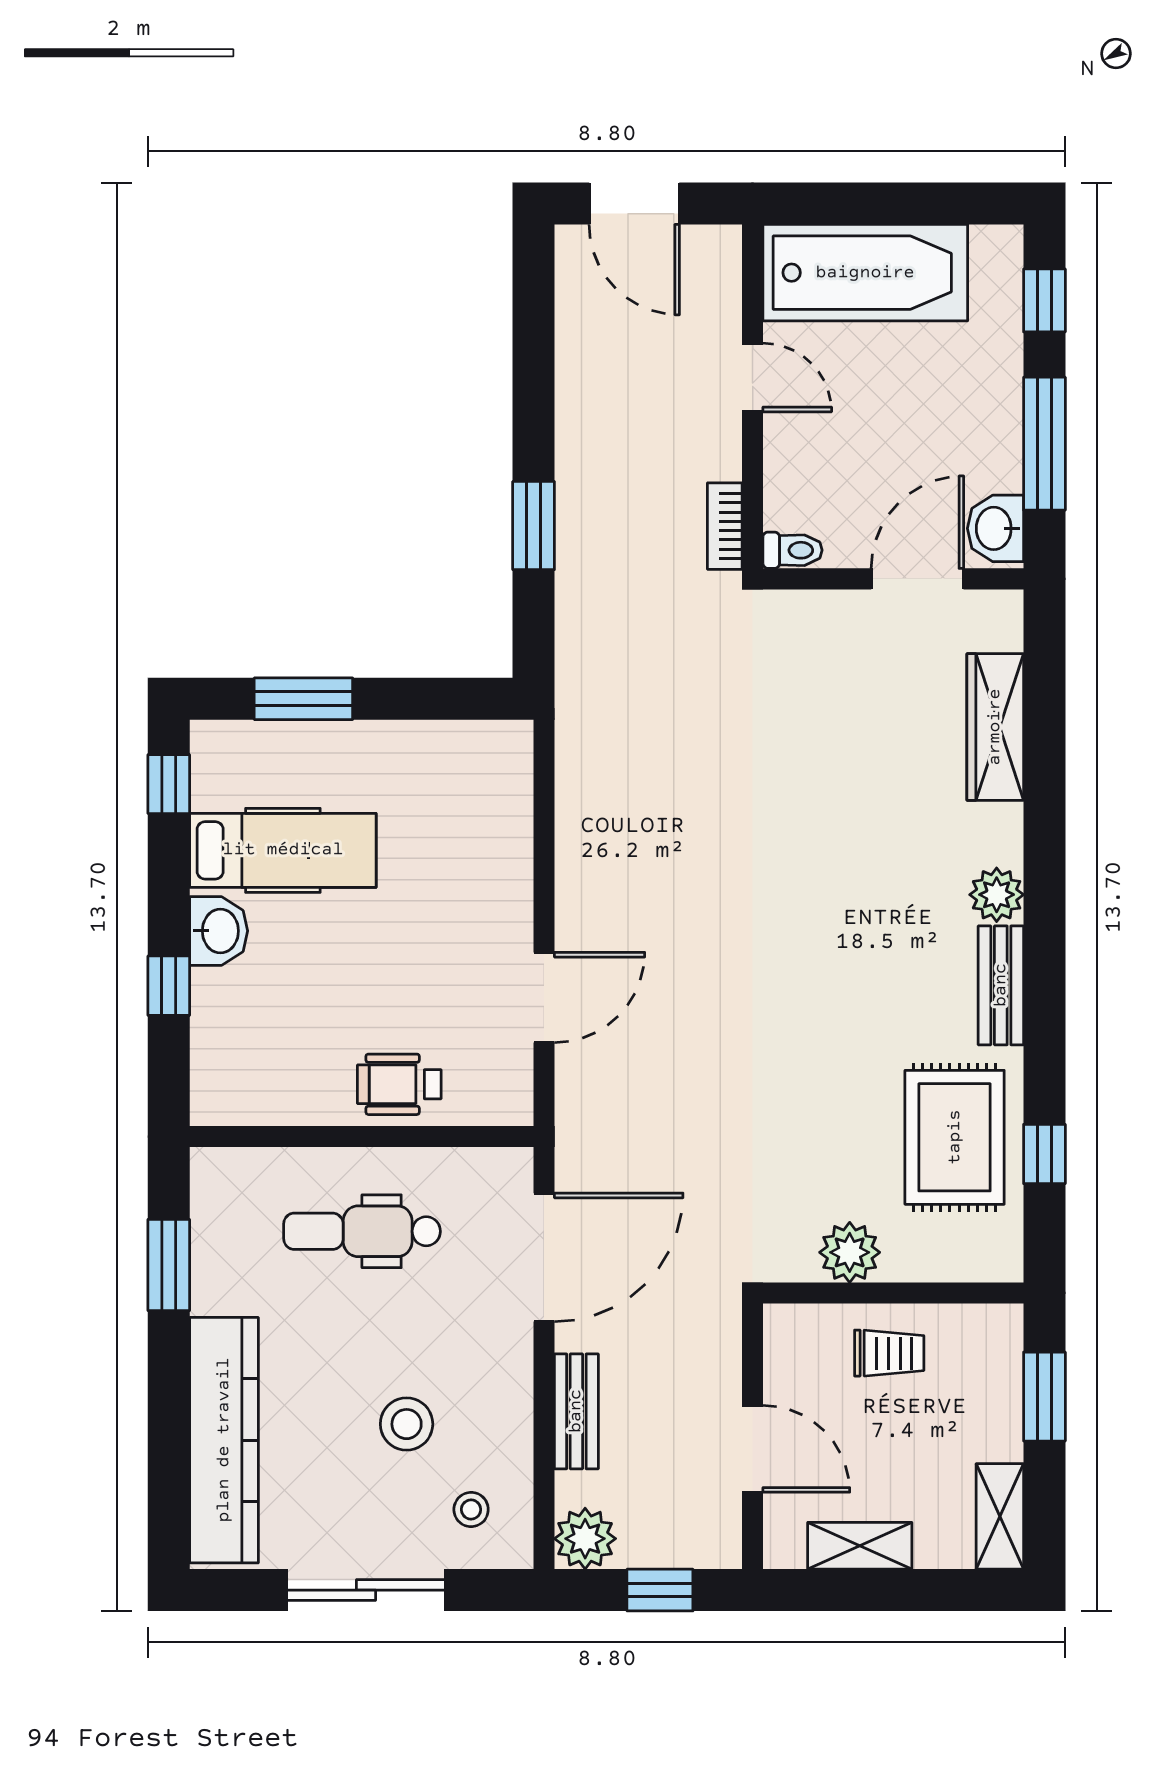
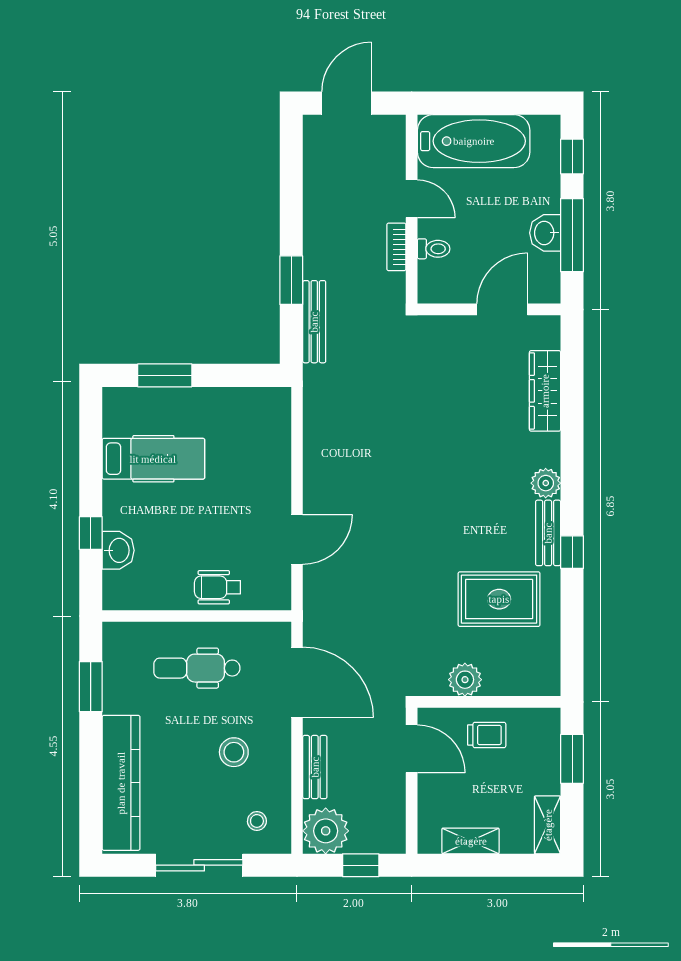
door: (634, 204) -> (347, 103), swing flipped
bookcase: (725, 526) -> (396, 247), moved
washbasin: (995, 528) -> (545, 233), moved
toilet: (793, 550) -> (434, 249), moved
bench: (575, 601) -> (314, 322), added
window: (169, 784) -> (91, 422), removed
washbasin: (219, 931) -> (118, 550), moved
rug: (955, 1137) -> (499, 599), moved, turned 90
window: (1044, 1154) -> (572, 552), moved
door: (544, 1257) -> (297, 682), hinge flipped
stool: (407, 1424) -> (234, 752), moved
door: (753, 1449) -> (412, 749), moved
plant: (585, 1539) -> (326, 831), width x1.36, depth x1.36

